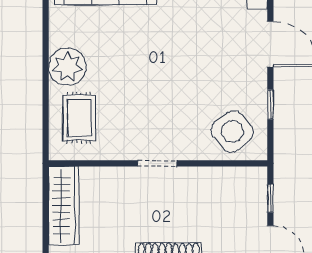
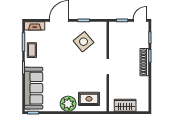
side table: (232, 132) -> (84, 42), moved
wardrobe: (64, 206) -> (125, 105), width x0.67

